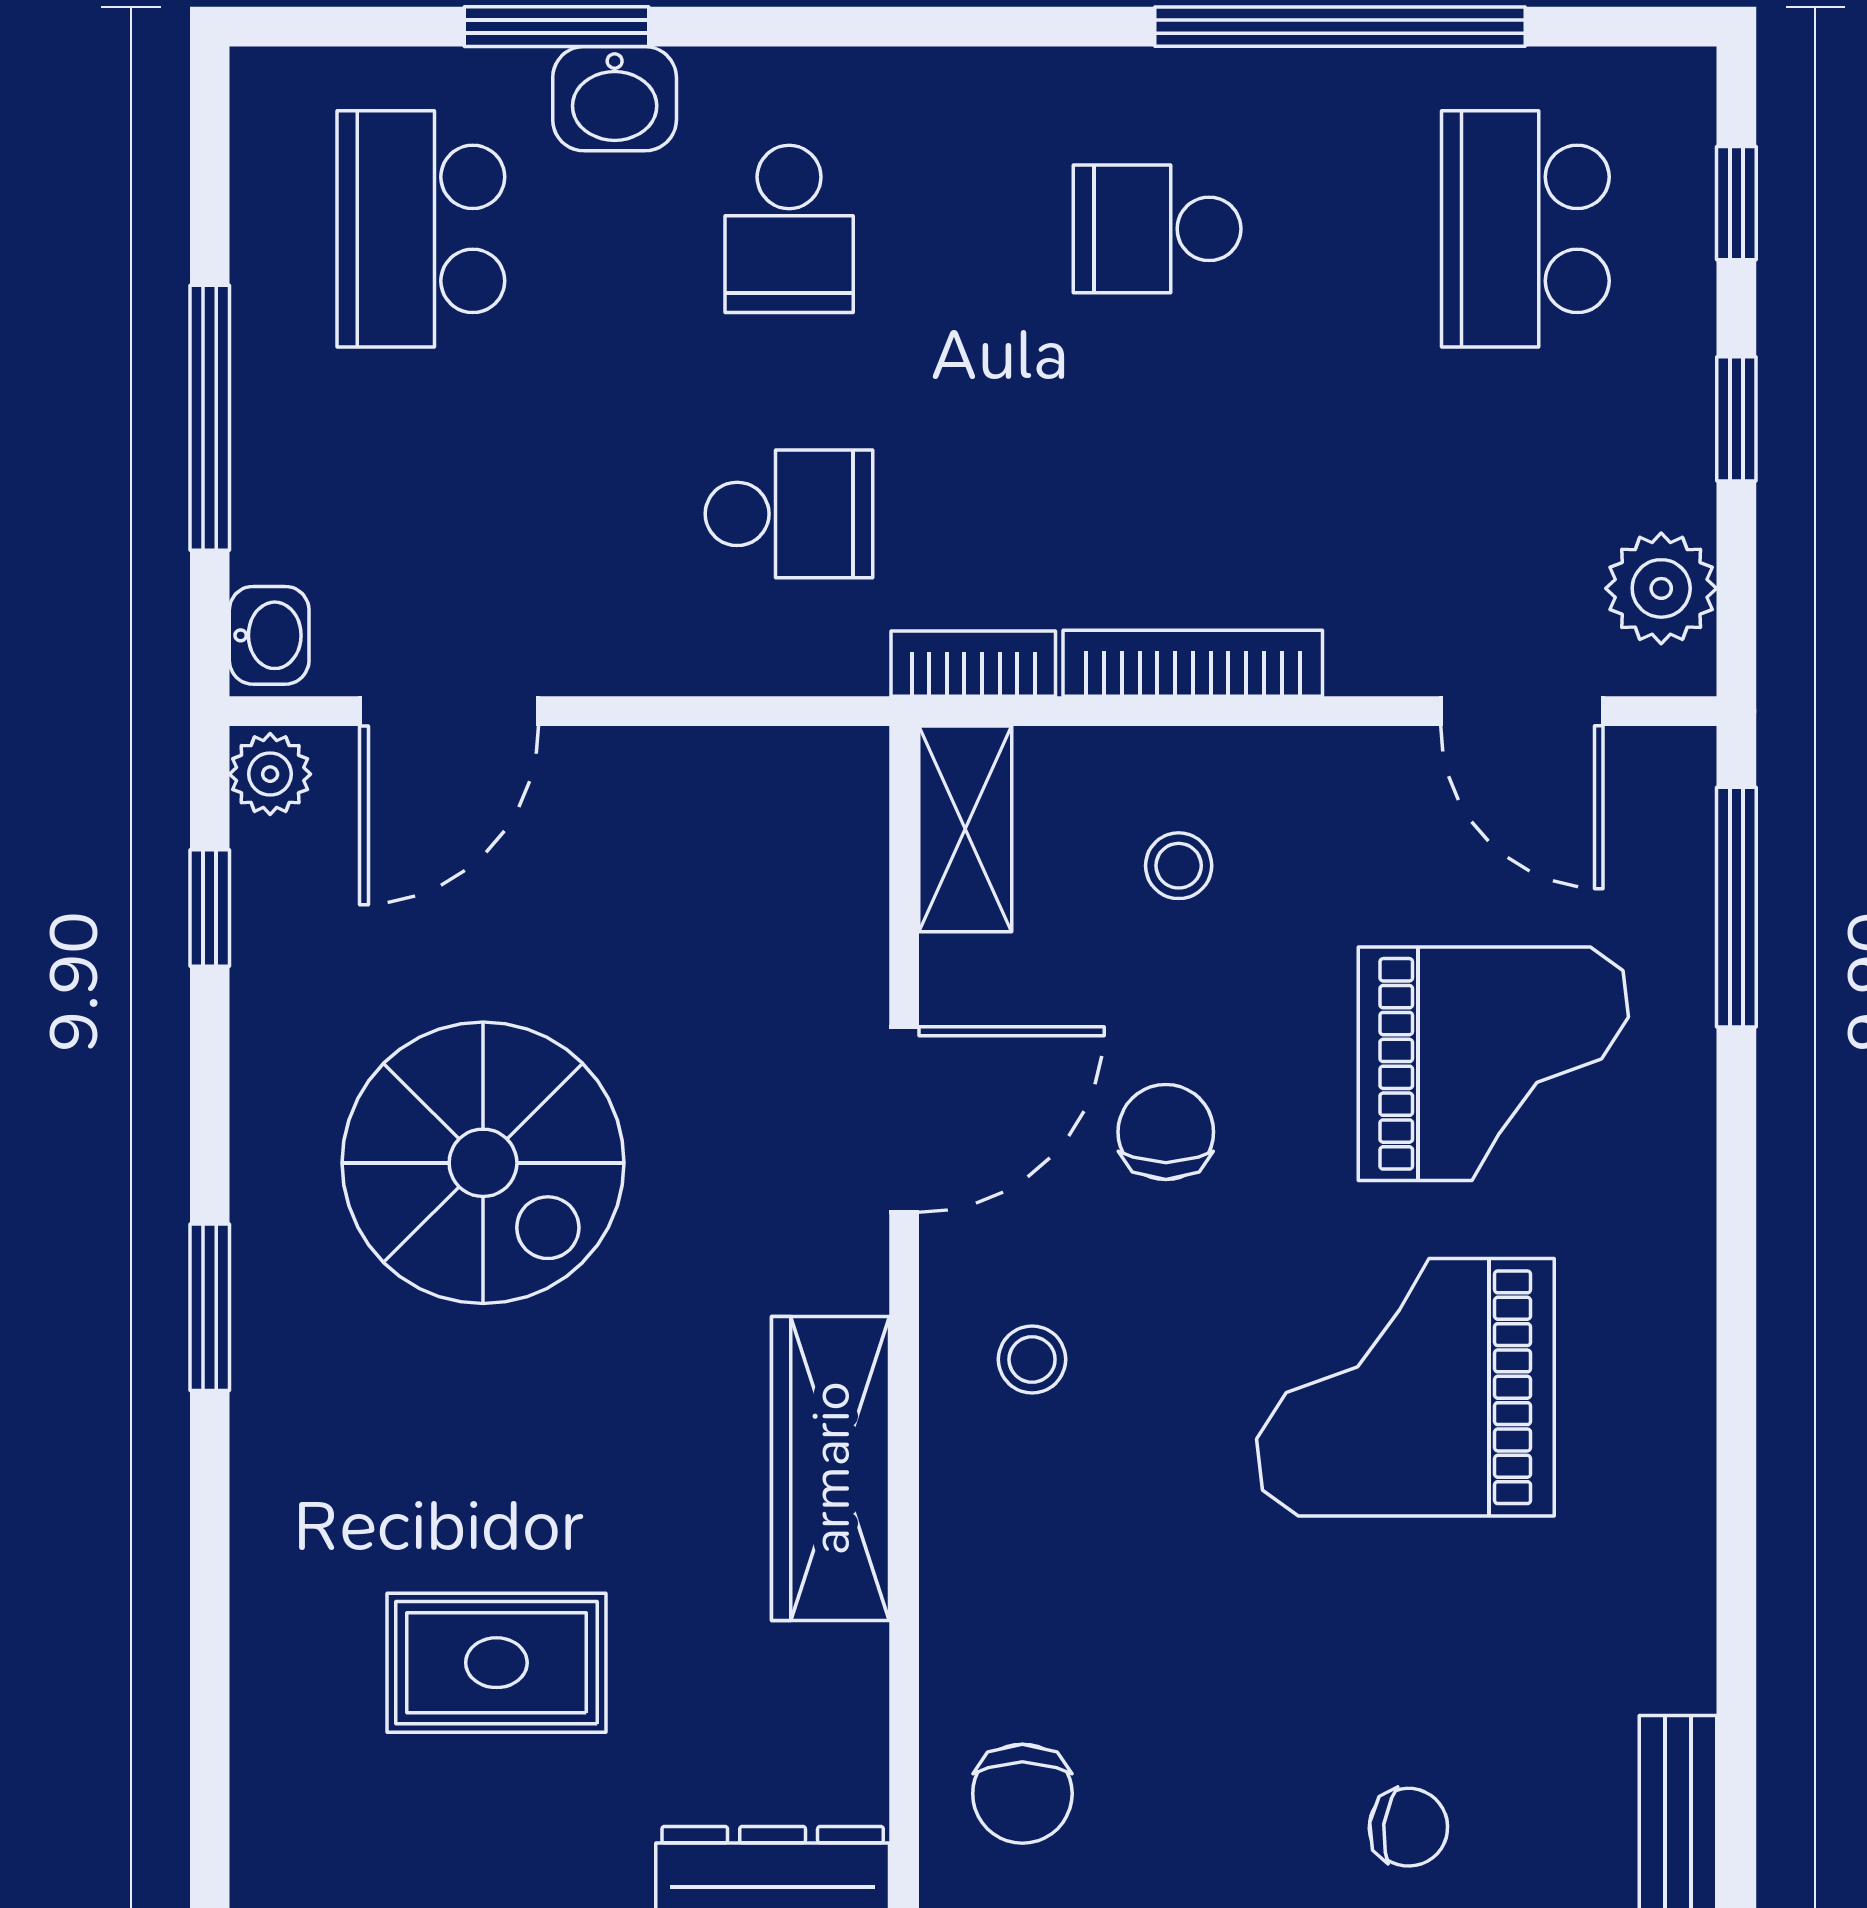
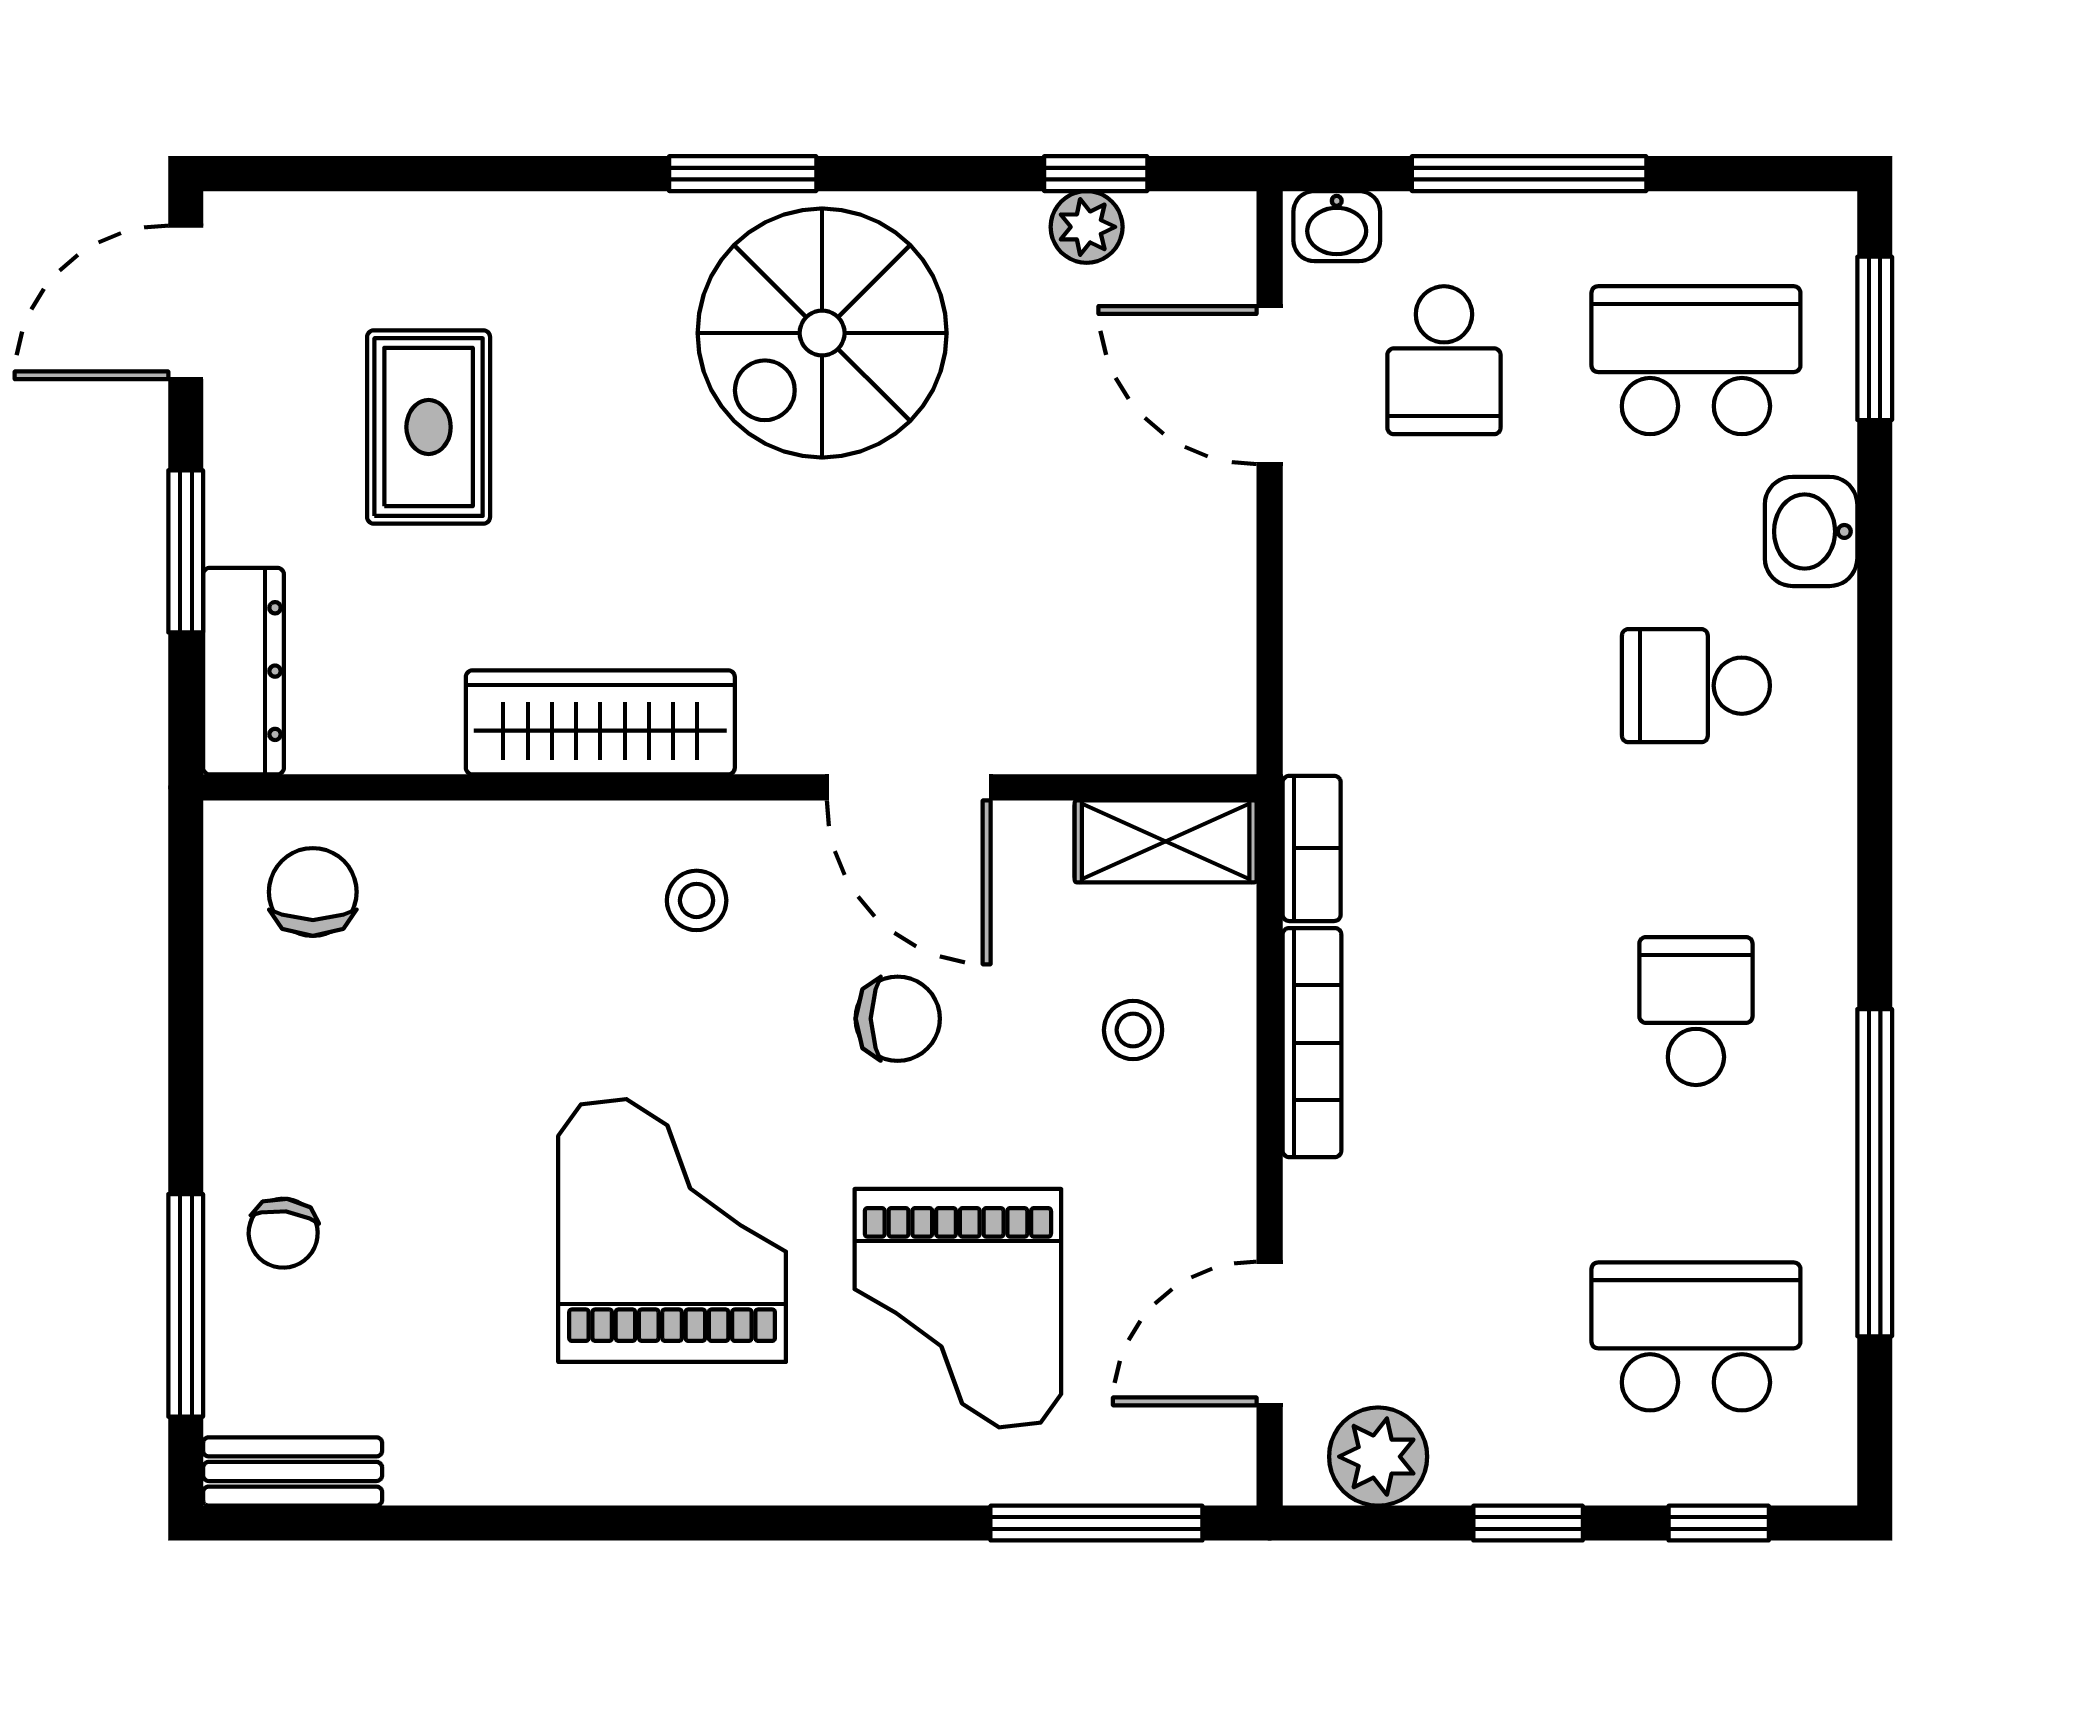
window: (556, 27) -> (1875, 338), moved
school desk: (789, 514) -> (1444, 360), moved
plant: (270, 774) -> (1087, 227), moved
spiral stairs: (483, 1163) -> (822, 333), moved
chair: (1022, 1794) -> (313, 892), turned 90

